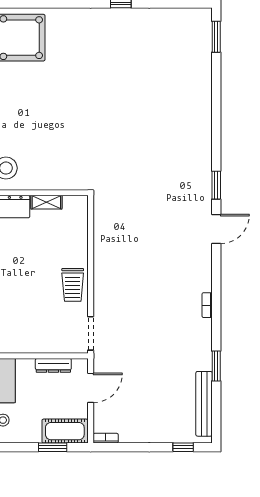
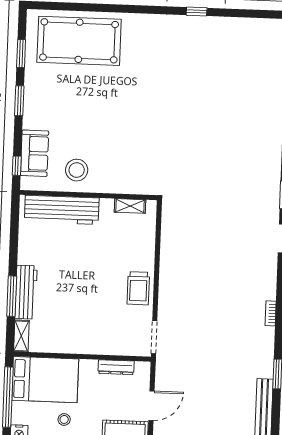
shelving: (46, 202) -> (130, 206), moved
door: (91, 388) -> (152, 406), moved

